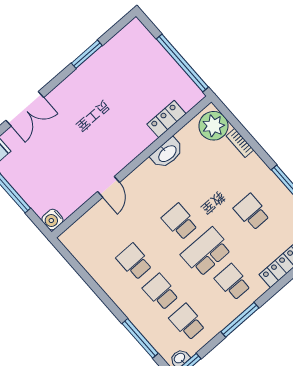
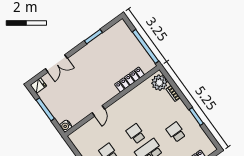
locker: (166, 119) -> (130, 80), width x1.53
washbasin: (167, 153) -> (132, 95), removed

